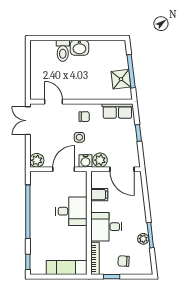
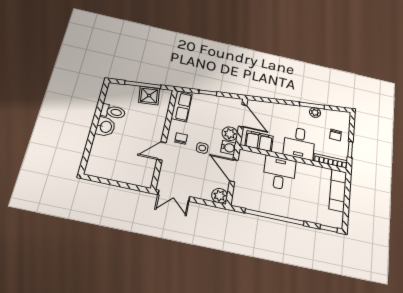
toilet: (63, 51) -> (113, 112), moved
door: (54, 102) -> (161, 151), moved
door: (122, 169) -> (243, 116), hinge flipped
filing cabinet: (99, 195) -> (259, 141), width x2.00

